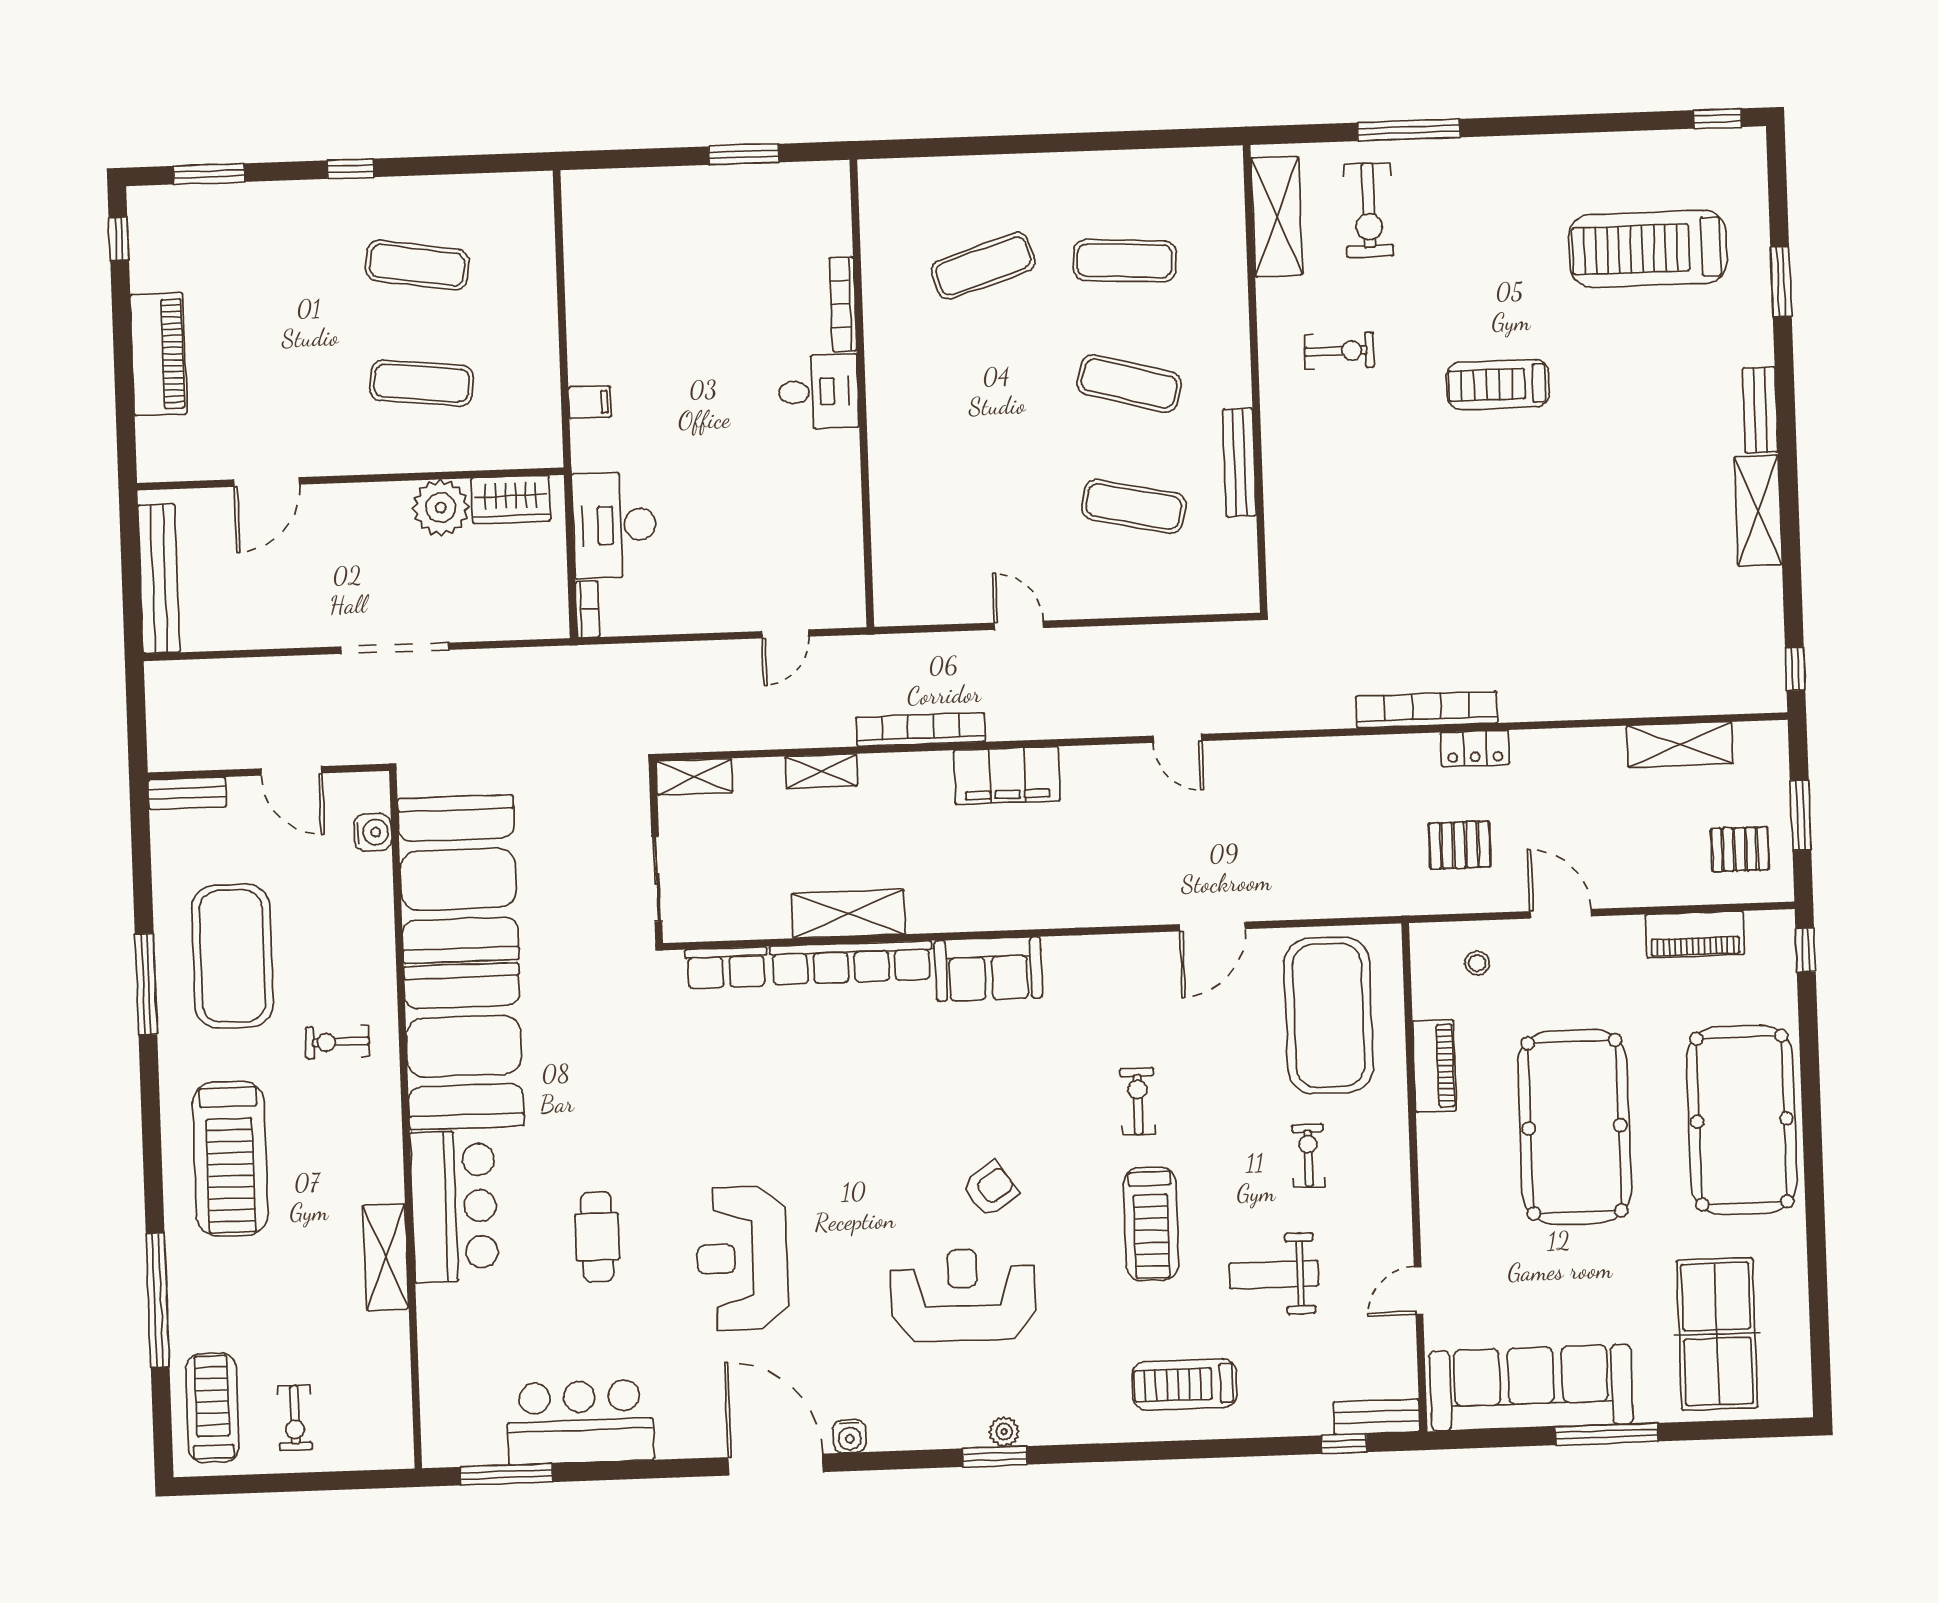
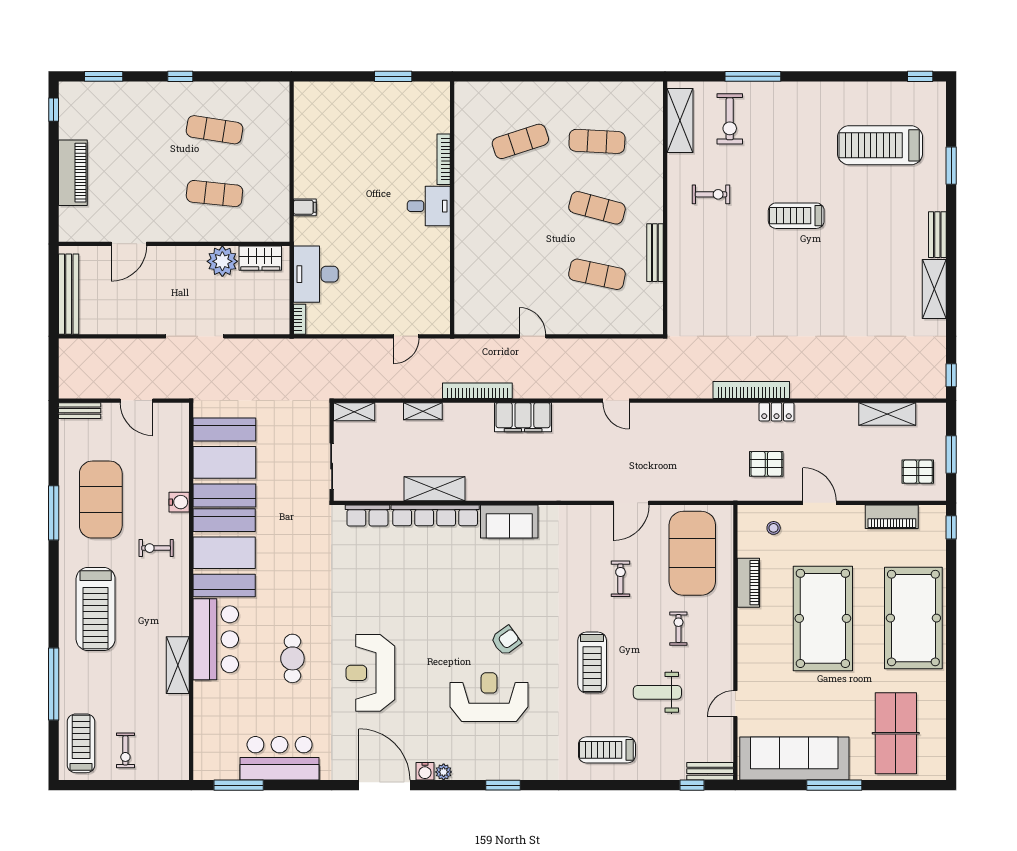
water cooler: (373, 832) -> (179, 502), moved
exercise bike: (1138, 1101) -> (620, 579), moved
plant: (1004, 1432) -> (444, 772), moved

